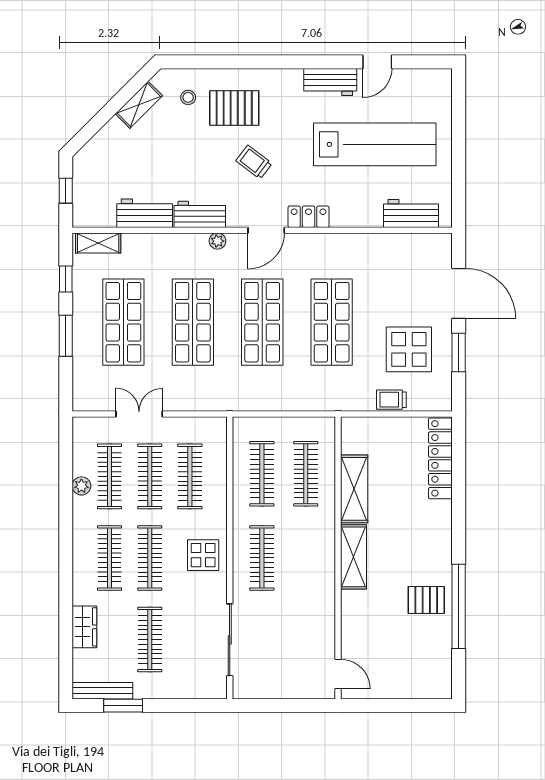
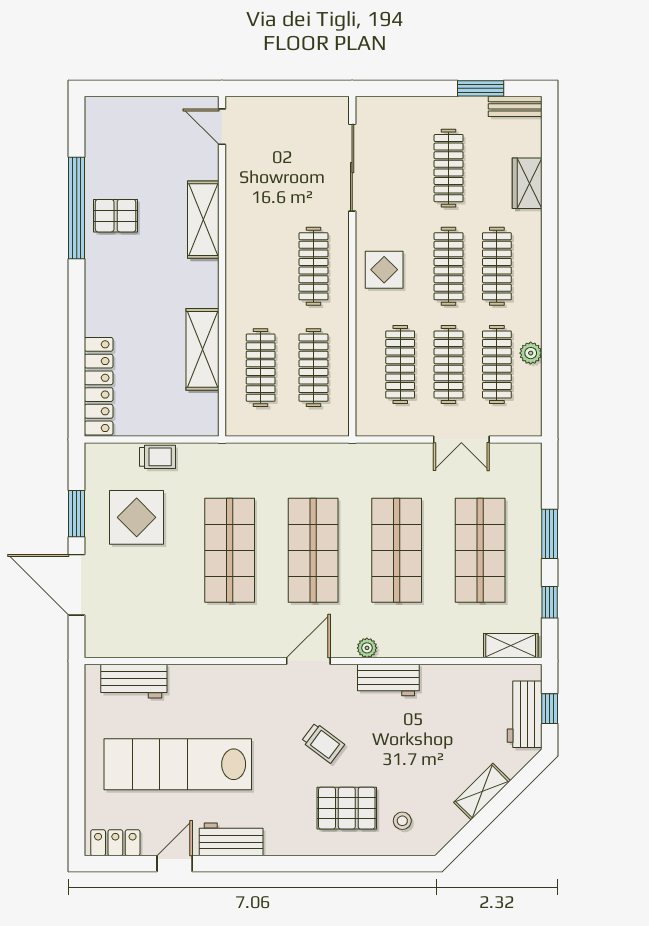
shelving: (139, 105) -> (482, 792), moved
workbench: (145, 213) -> (525, 714), moved, turned 90
locker: (309, 217) -> (115, 843), moved, turned 180
shelving: (353, 557) -> (203, 220), moved
bench: (102, 691) -> (515, 106), width x0.73

